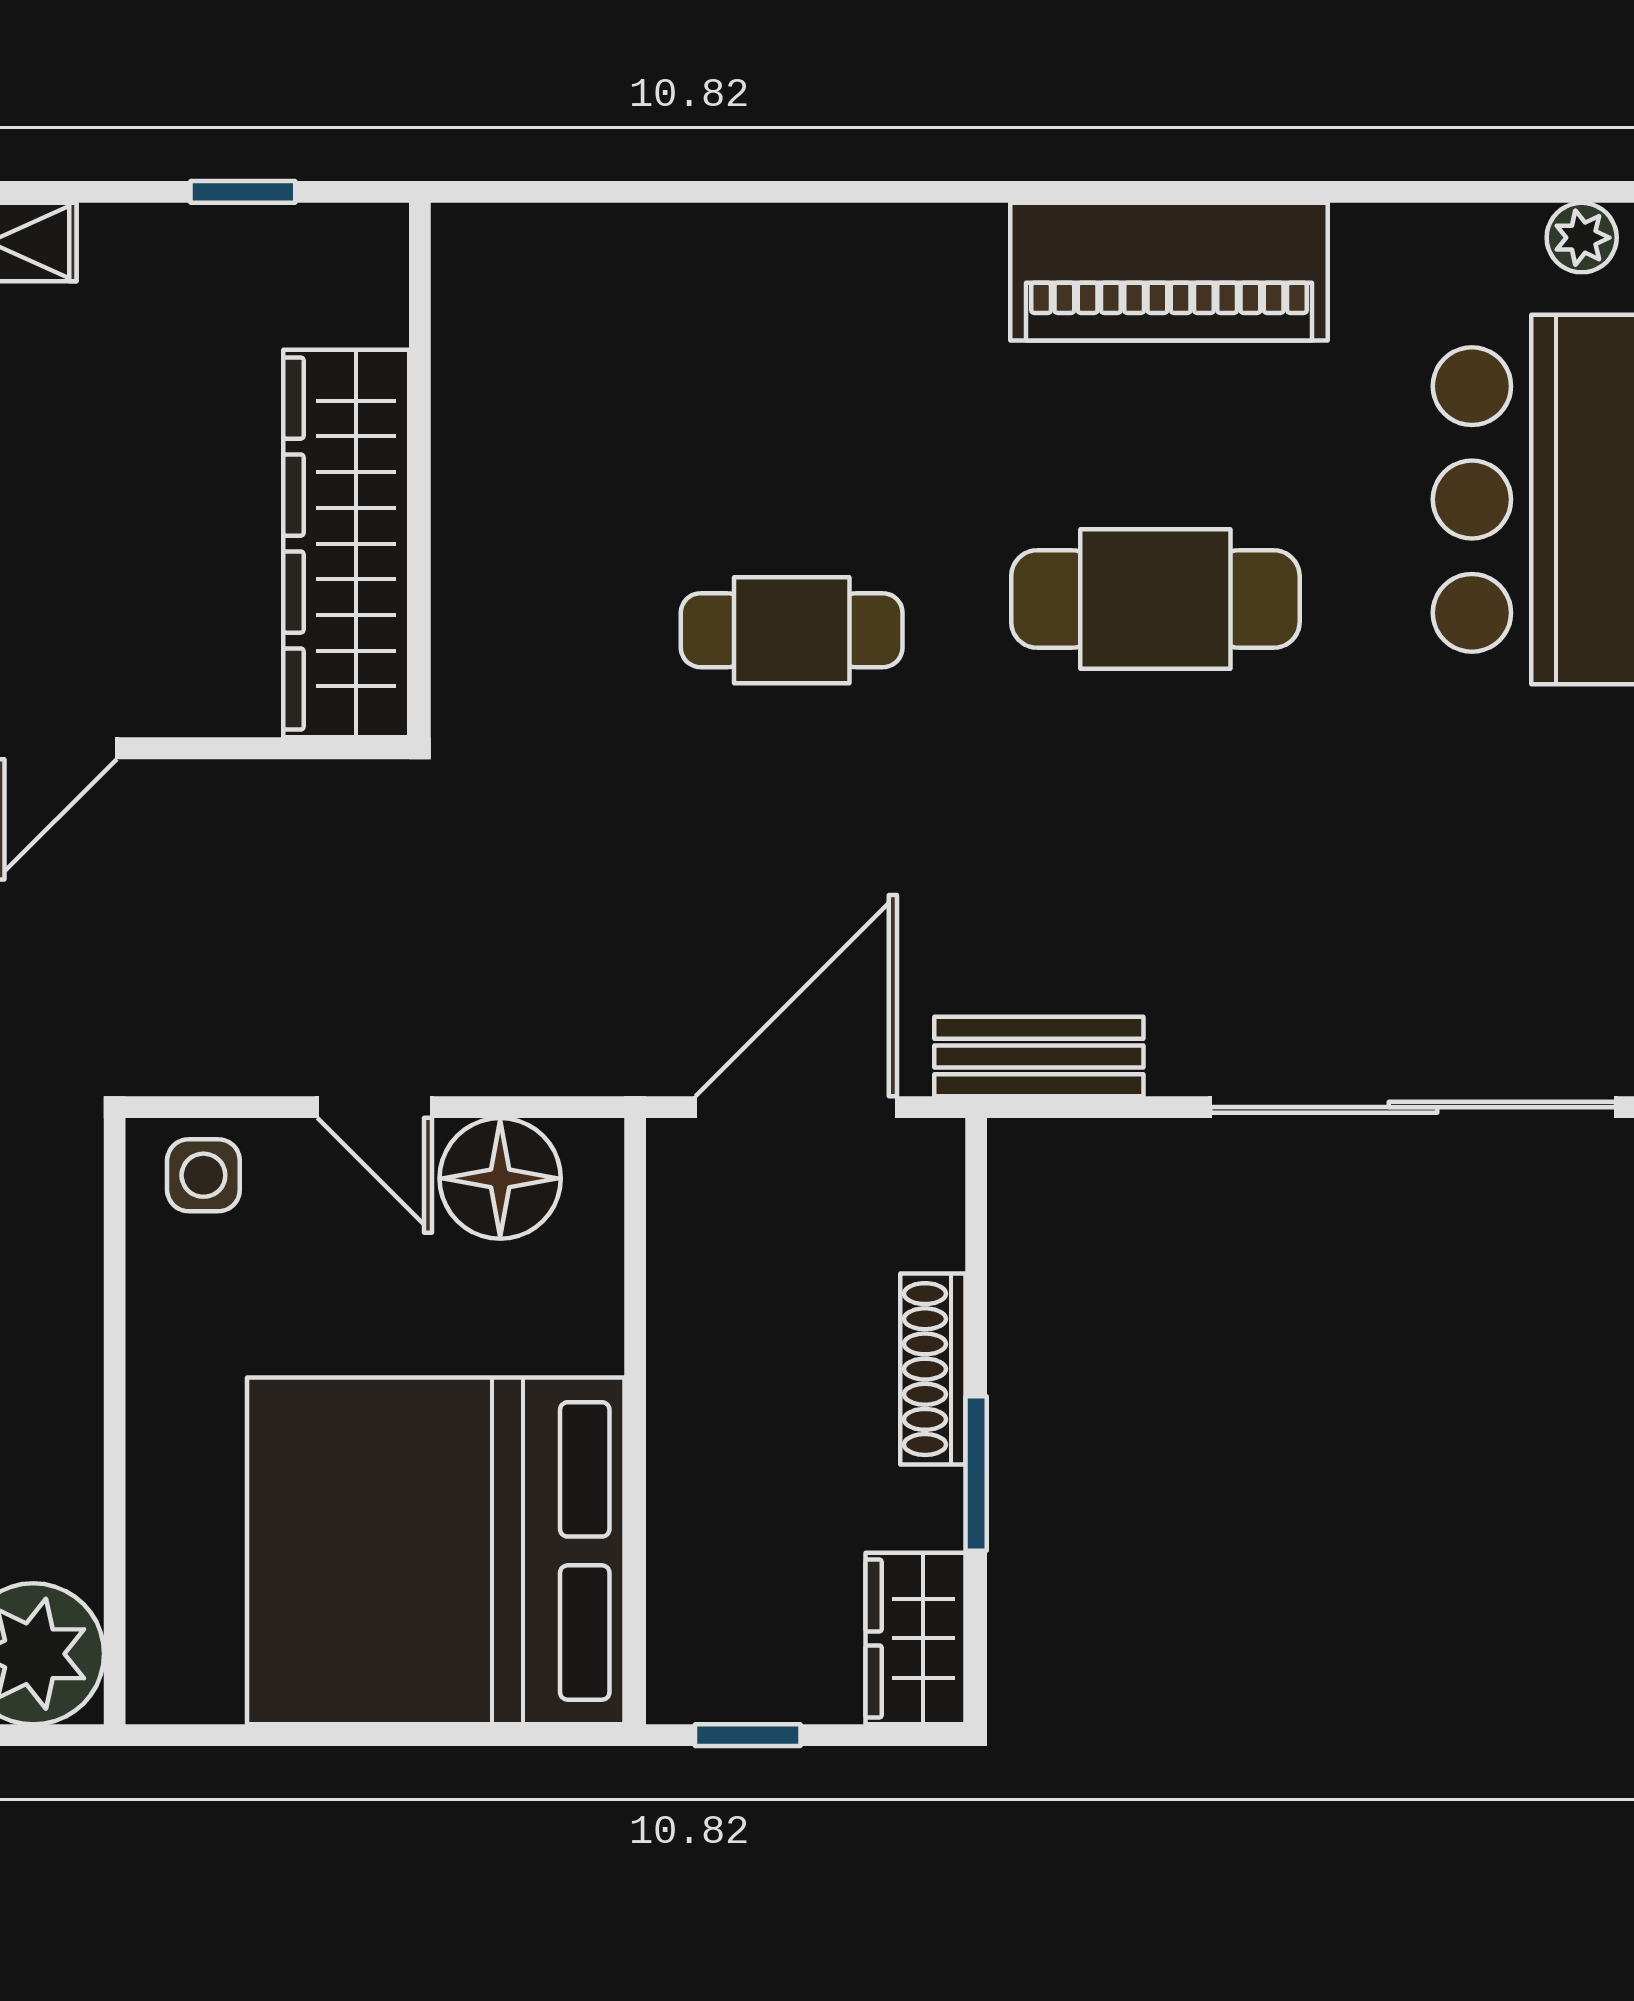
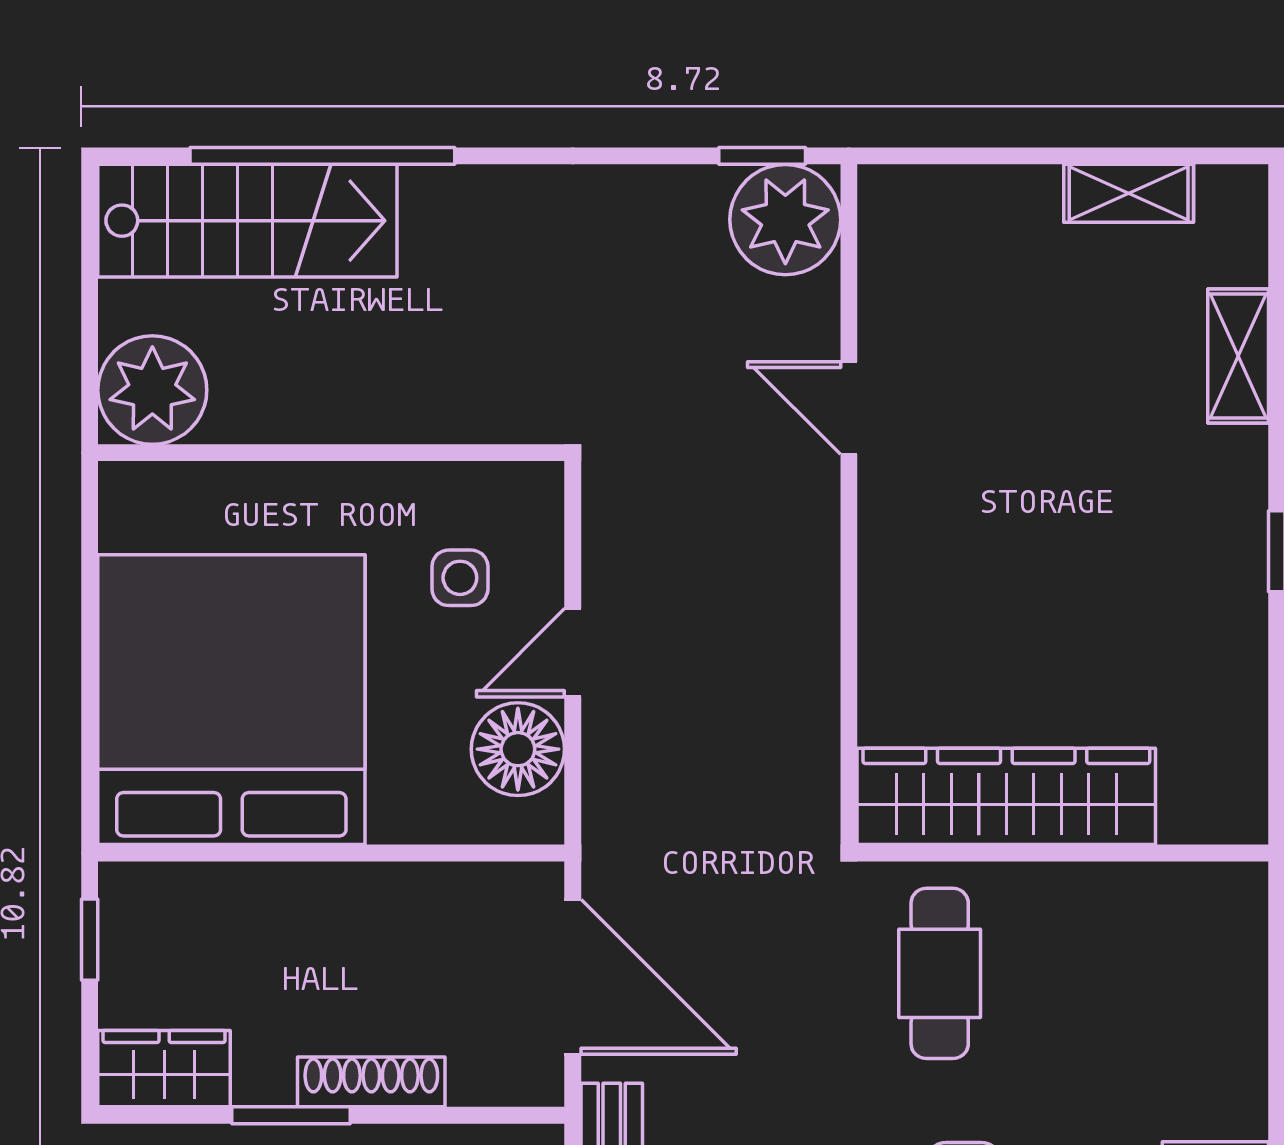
wall: (420, 470) -> (1063, 853), moved
wardrobe: (346, 544) -> (1006, 796), moved
side table: (203, 1175) -> (460, 578), moved

